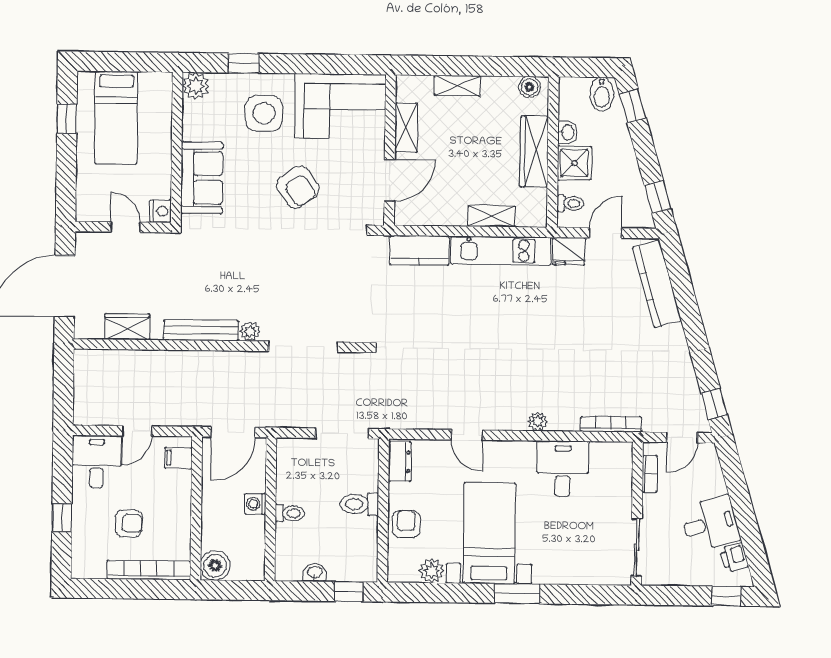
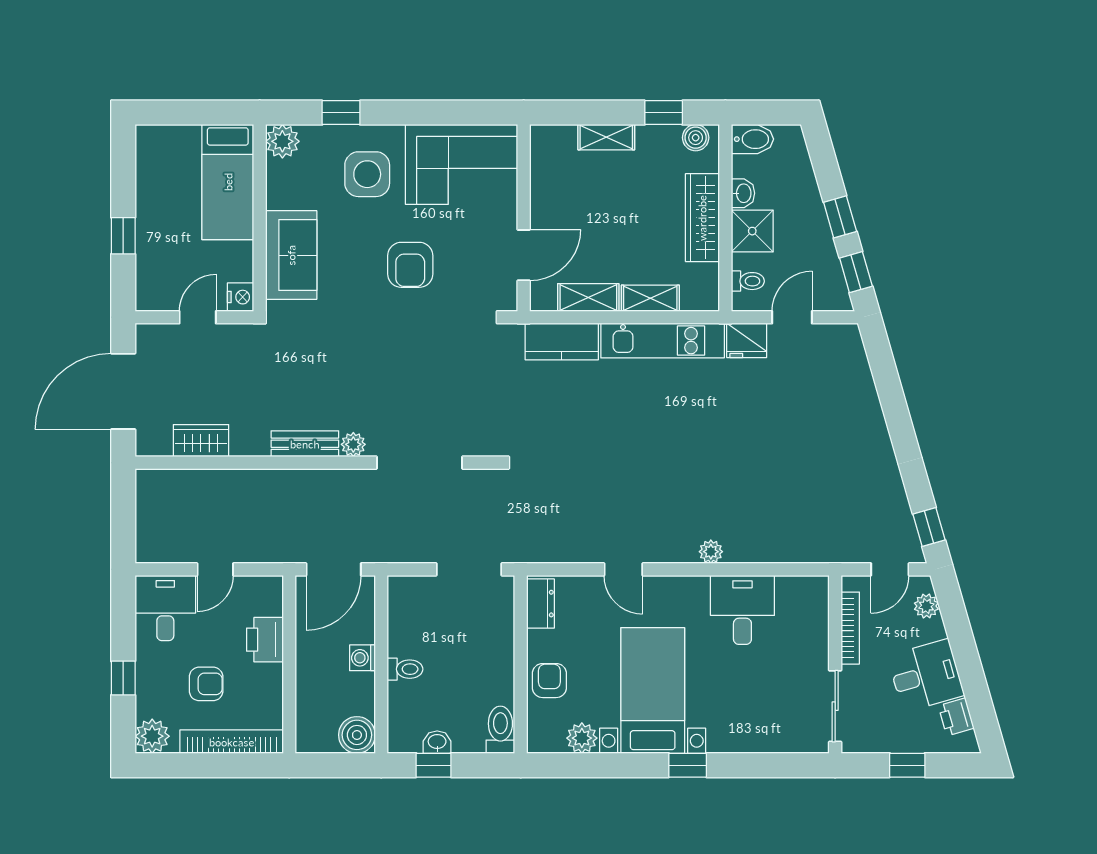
window: (504, 66) -> (664, 113), added
bidet: (602, 94) -> (752, 139), moved, turned -90
window: (633, 106) -> (840, 217), moved
bed: (116, 118) -> (228, 182), moved
window: (67, 119) -> (123, 236), moved
shelving: (406, 128) -> (588, 297), moved, turned 90
armchair: (298, 187) -> (410, 265), turned 35
door: (126, 227) -> (198, 317), hinge flipped
kitchen counter: (657, 284) -> (856, 379), removed
bench: (201, 330) -> (305, 444), width x0.73
bookcase: (611, 424) -> (802, 554), removed
filing cabinet: (178, 458) -> (266, 602), removed
plant: (711, 467) -> (926, 606), added
bookcase: (650, 474) -> (850, 628), width x1.56
printer: (177, 488) -> (265, 640), added
toilet: (359, 504) -> (500, 730), moved, turned 90
plant: (85, 565) -> (152, 736), added
boiler: (215, 566) -> (357, 735), moved
window: (349, 592) -> (433, 765), moved
window: (517, 594) -> (688, 765), width x0.67
window: (726, 596) -> (907, 765), moved

